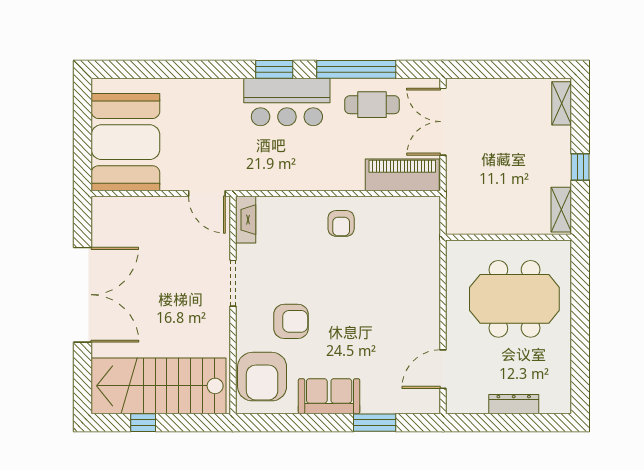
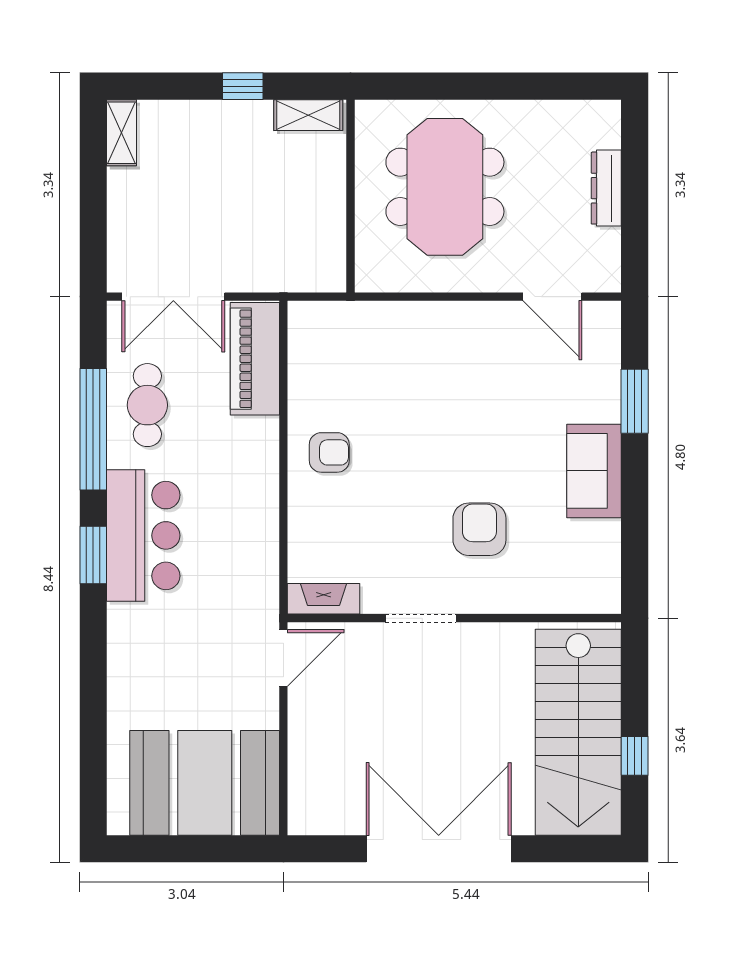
shelving: (562, 103) -> (122, 133), moved, turned 90
armchair: (262, 377) -> (564, 574), removed

